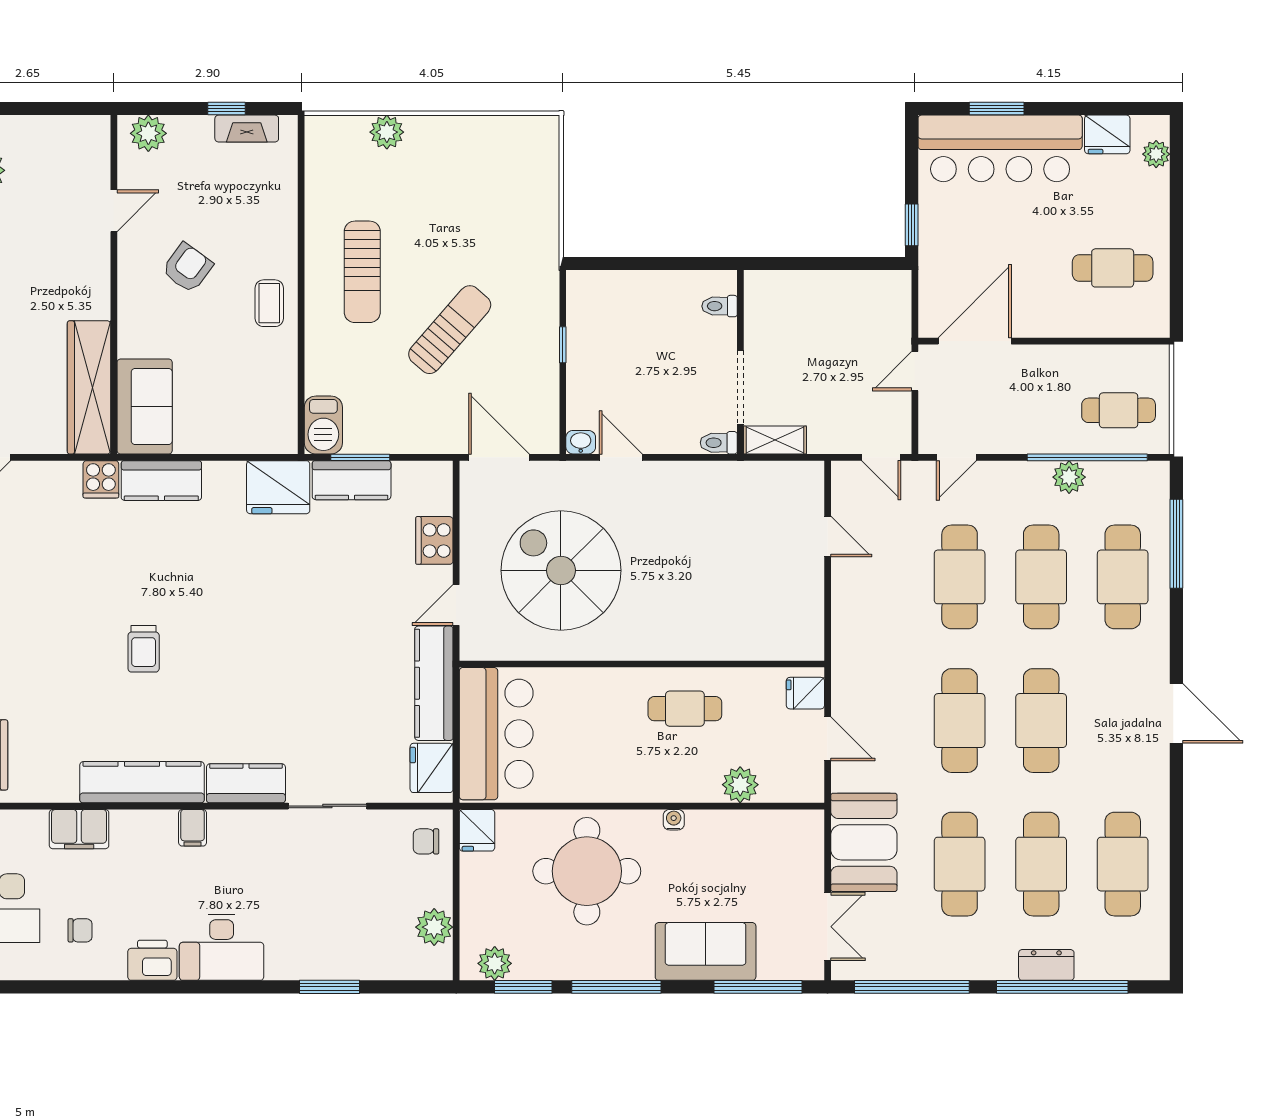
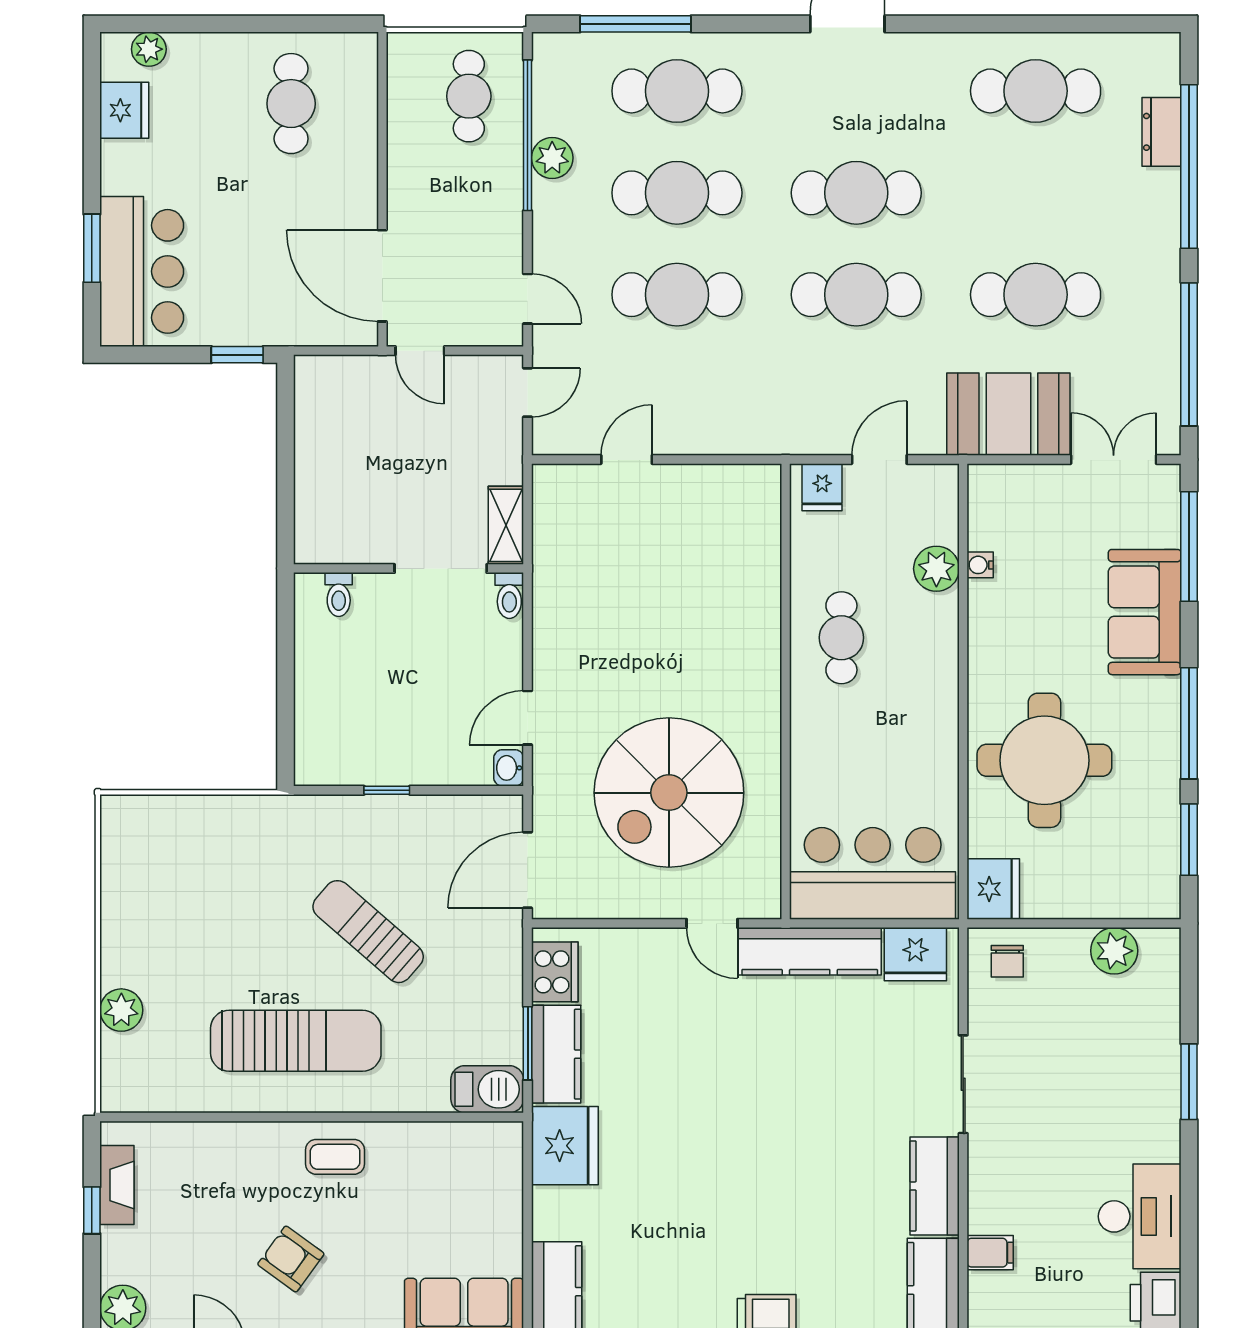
bar counter: (1000, 148) -> (142, 271), width x0.73
sun lounger: (362, 272) -> (296, 1041), width x1.36, depth x1.34
cooker: (434, 540) -> (555, 972), moved, turned -90
water cooler: (674, 820) -> (980, 565), moved
fridge: (477, 830) -> (993, 889), width x1.38
cafe table: (1041, 864) -> (1036, 193), removed
plant: (495, 963) -> (1160, 875), removed
dresser: (1046, 965) -> (1162, 132), moved

